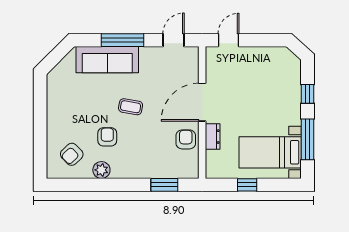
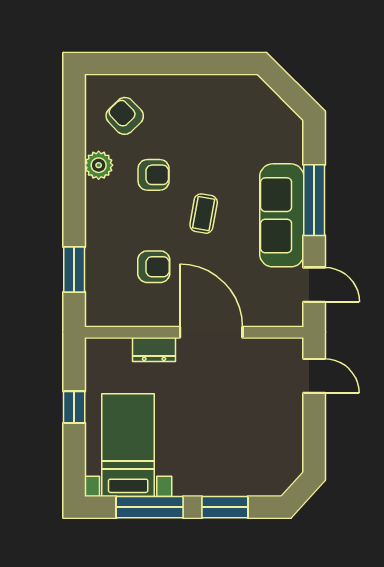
sofa: (107, 60) -> (282, 215), moved
window: (307, 94) -> (225, 507), width x1.50
armchair: (186, 139) -> (154, 267), moved

